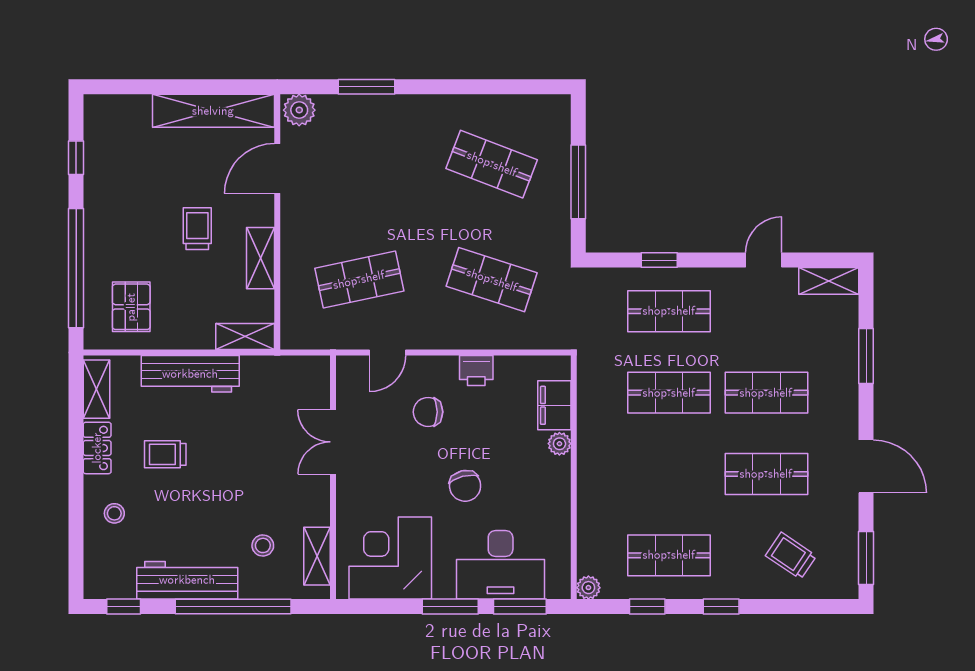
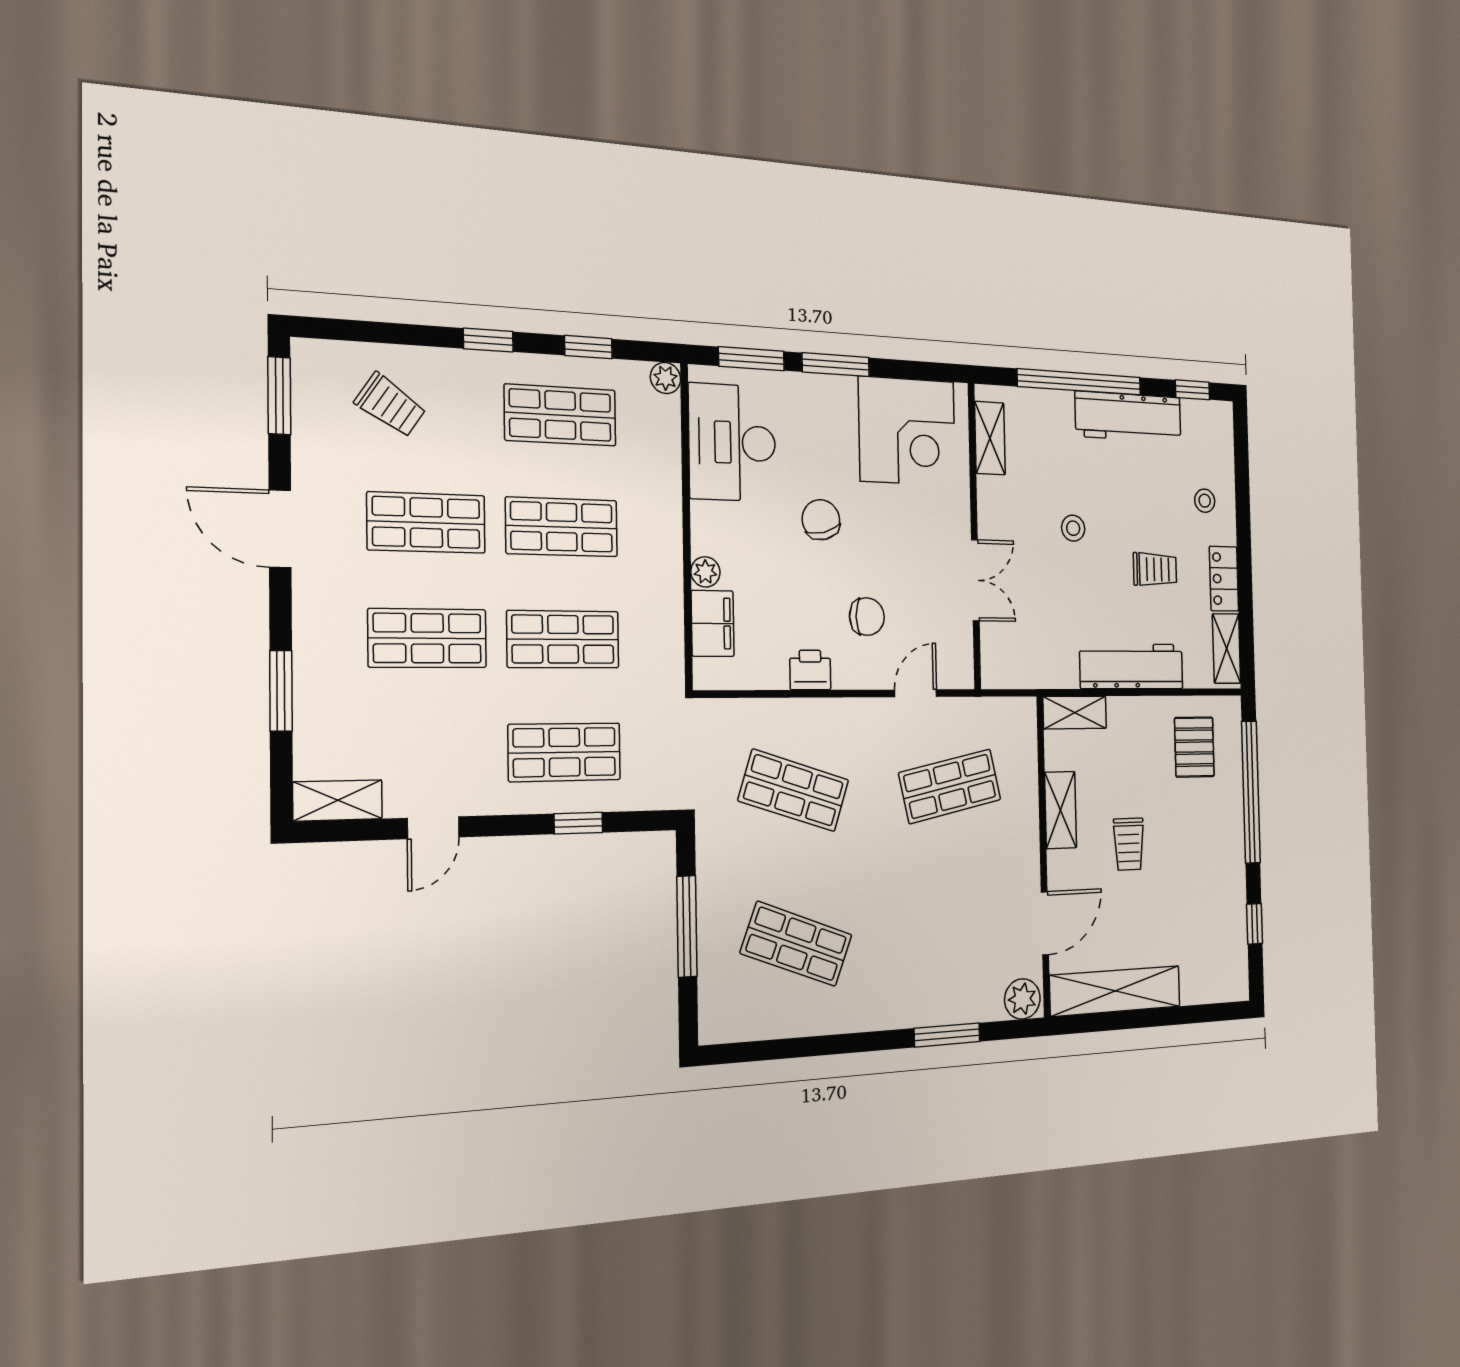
shop shelf: (669, 474) -> (562, 527), added
stool: (263, 545) -> (1073, 528), moved
desk: (501, 565) -> (732, 442), moved, turned -90

